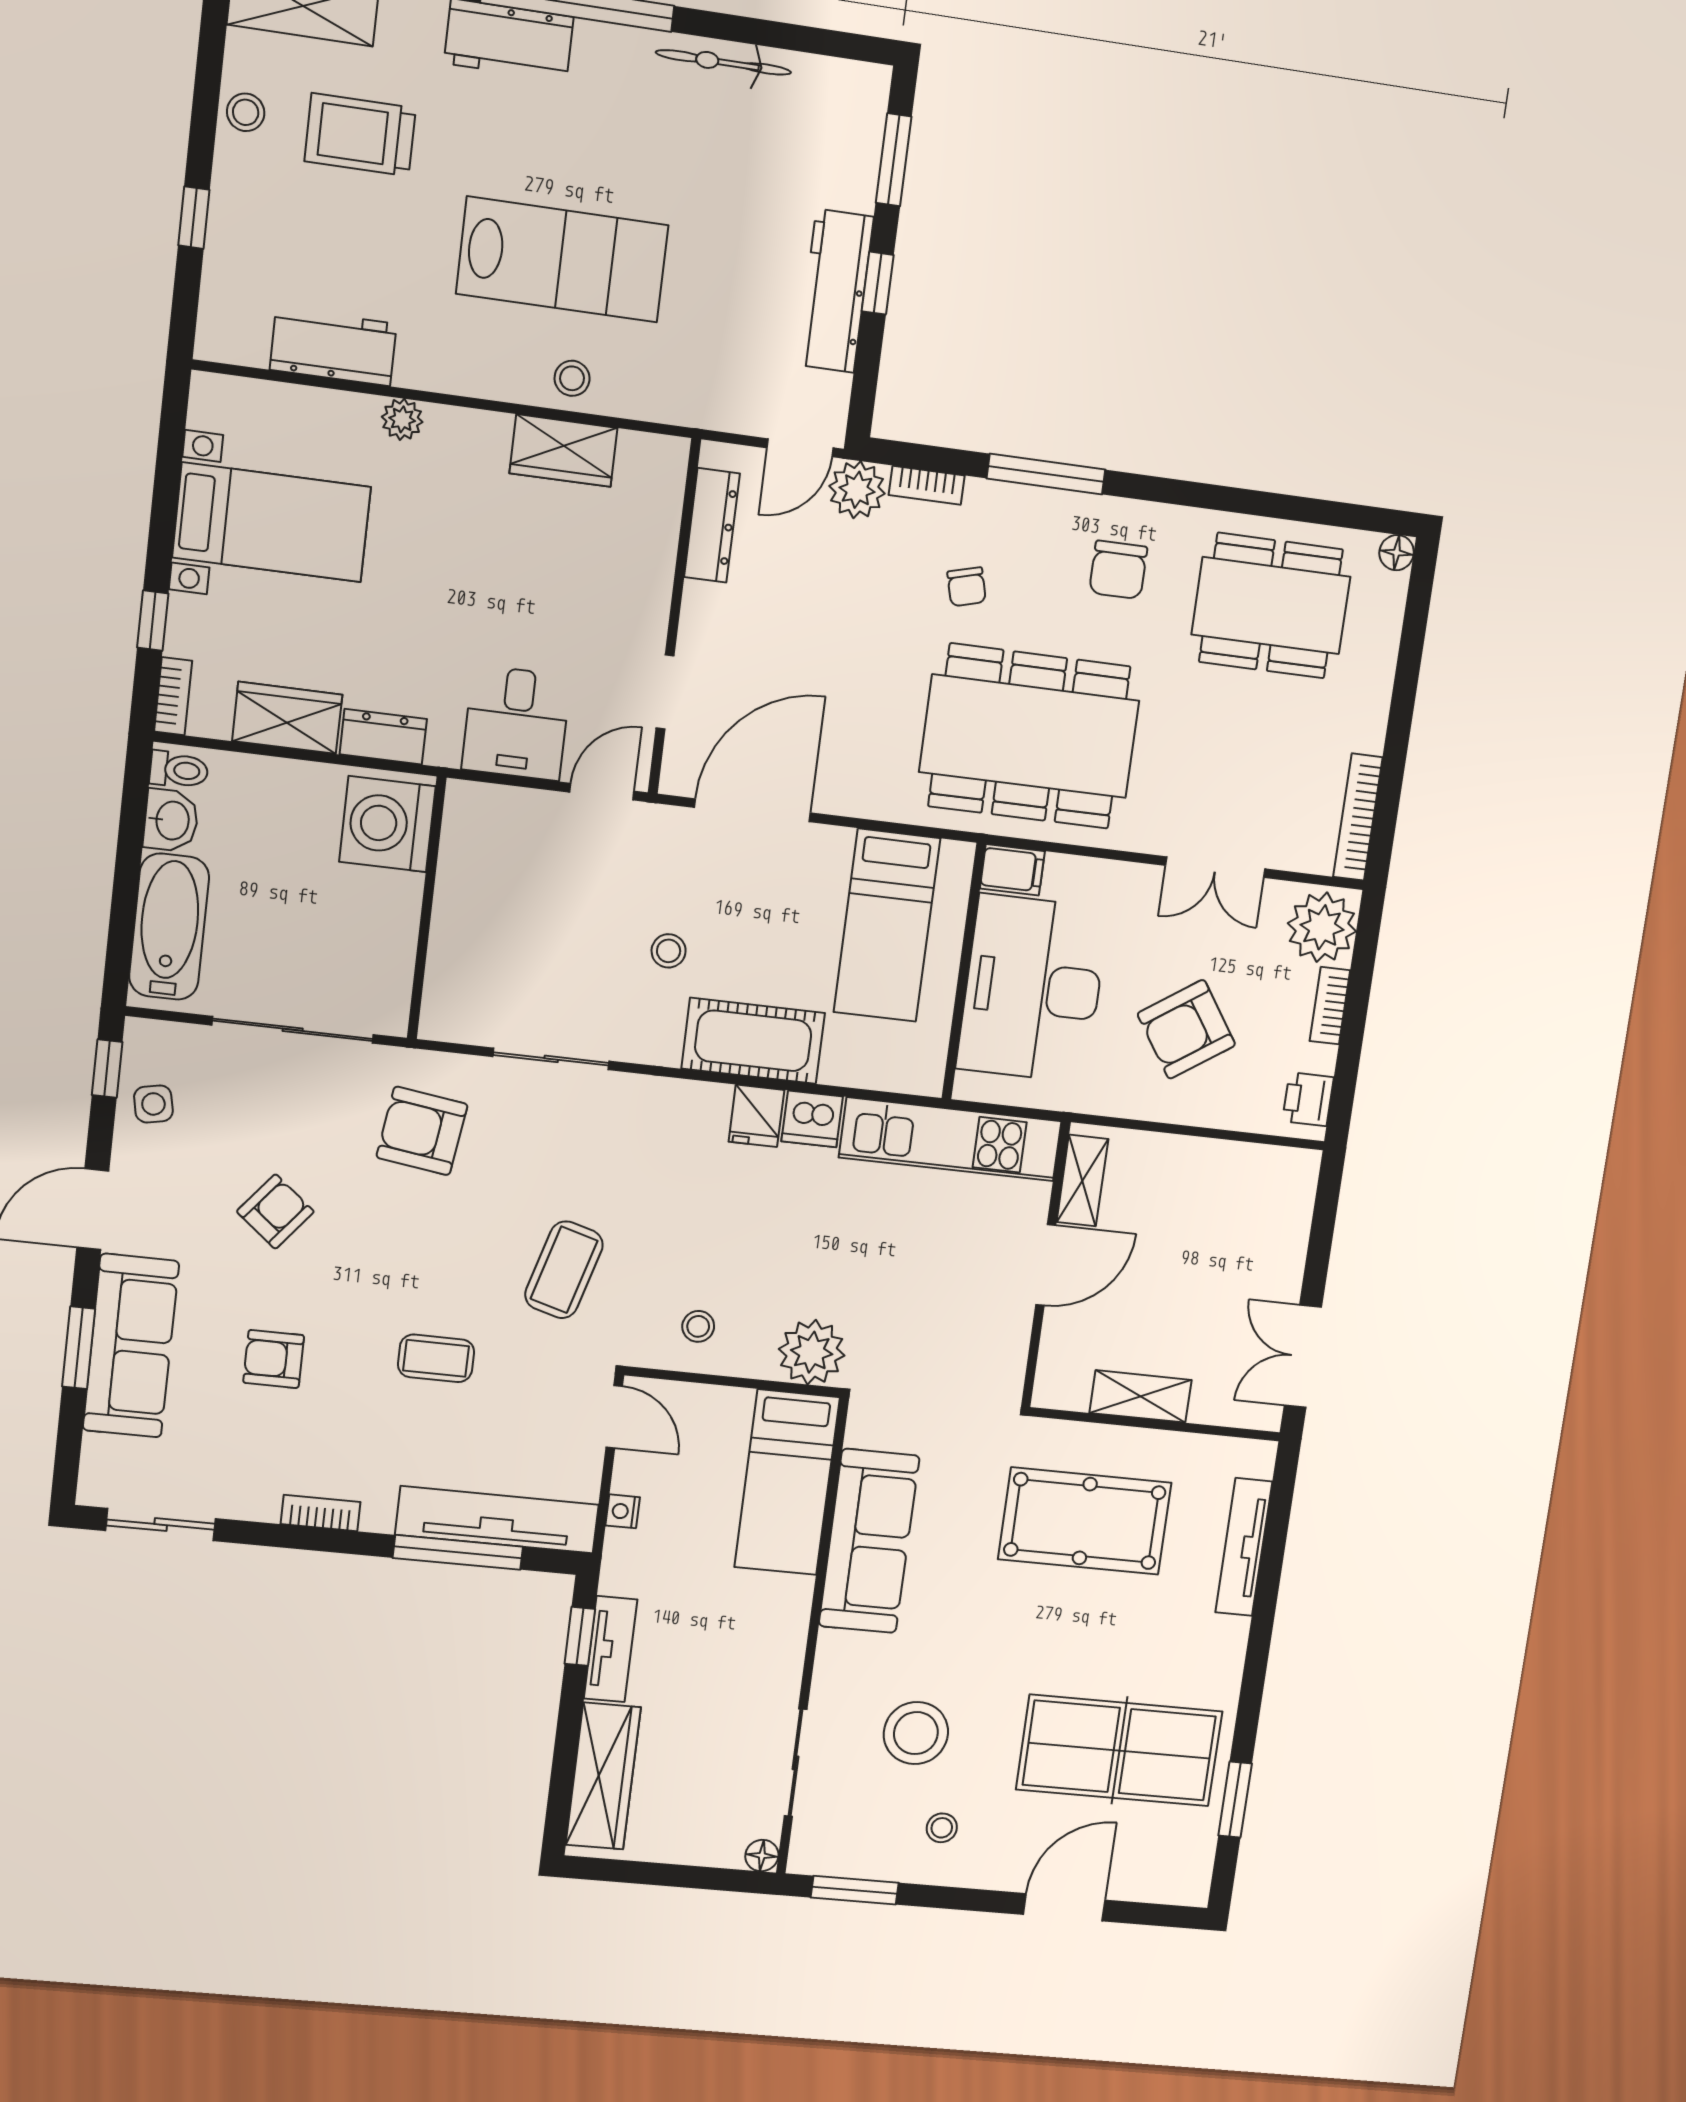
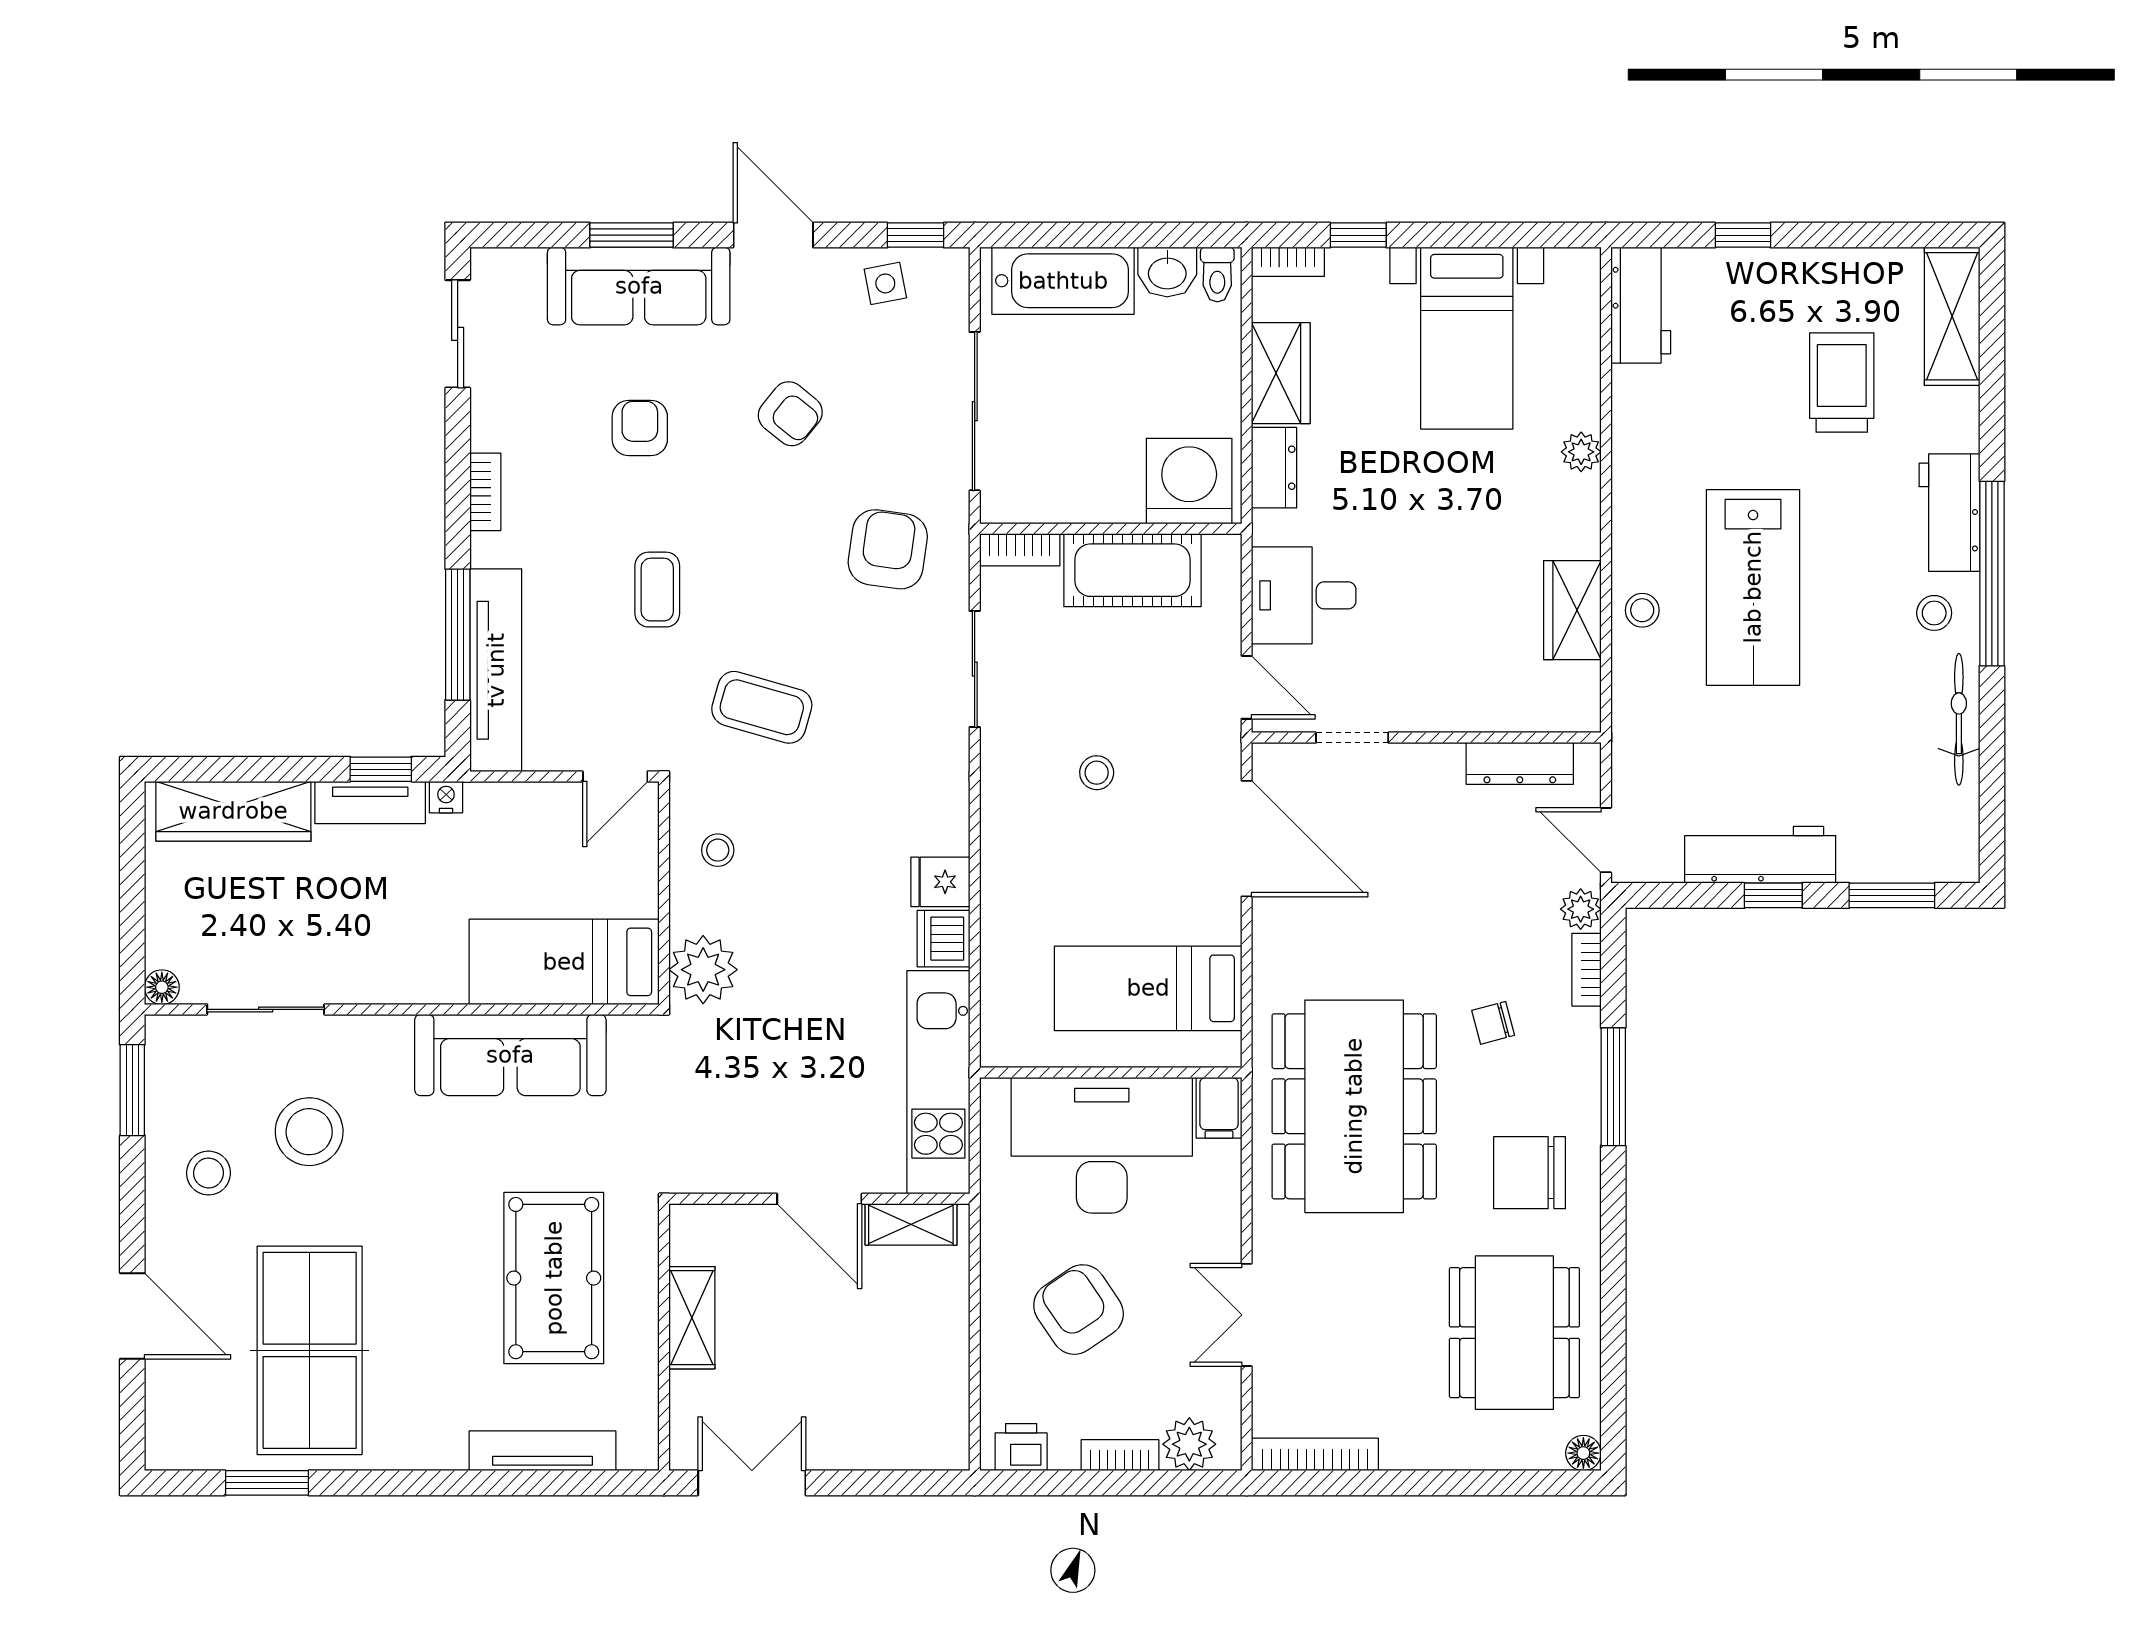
stool: (246, 112) -> (1934, 613), moved
workbench: (333, 347) -> (1641, 305), moved
plant: (857, 490) -> (1581, 909), width x0.73, depth x0.73
chair: (1118, 570) -> (1530, 1173), width x1.37, depth x1.37
plant: (1322, 927) -> (1189, 1444), width x0.73, depth x0.73
bookcase: (437, 1001) -> (1020, 550), added
cot: (753, 1041) -> (1132, 570), moved, turned 90
nightstand: (623, 1511) -> (446, 797), moved
stool: (942, 1828) -> (209, 1173), width x1.37, depth x1.37

